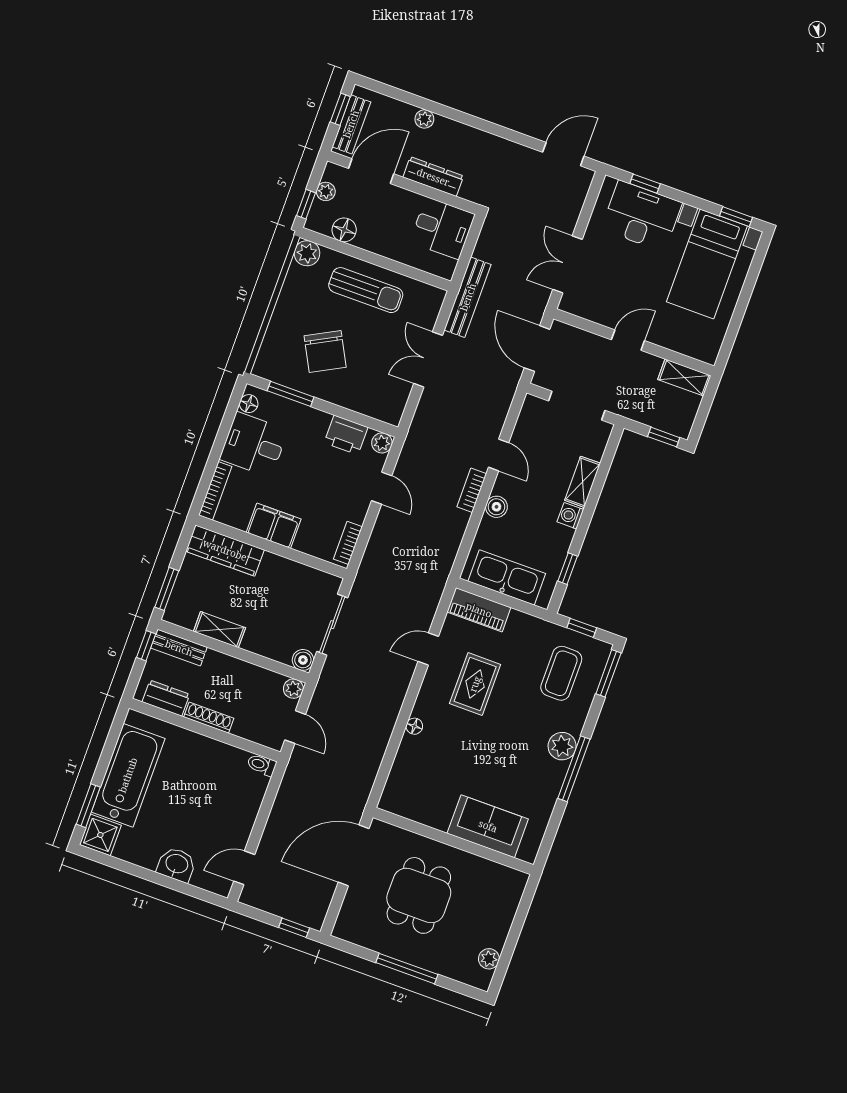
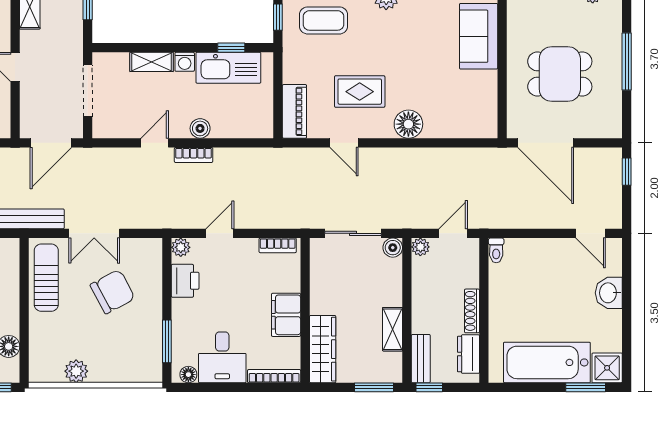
plant: (307, 253) -> (76, 371), moved
sun lounger: (366, 290) -> (46, 278), moved
chair: (325, 351) -> (113, 292), moved
kitchen sink: (507, 577) -> (228, 68), moved, turned -90
floor lamp: (414, 726) -> (408, 124), width x1.89, depth x1.89

